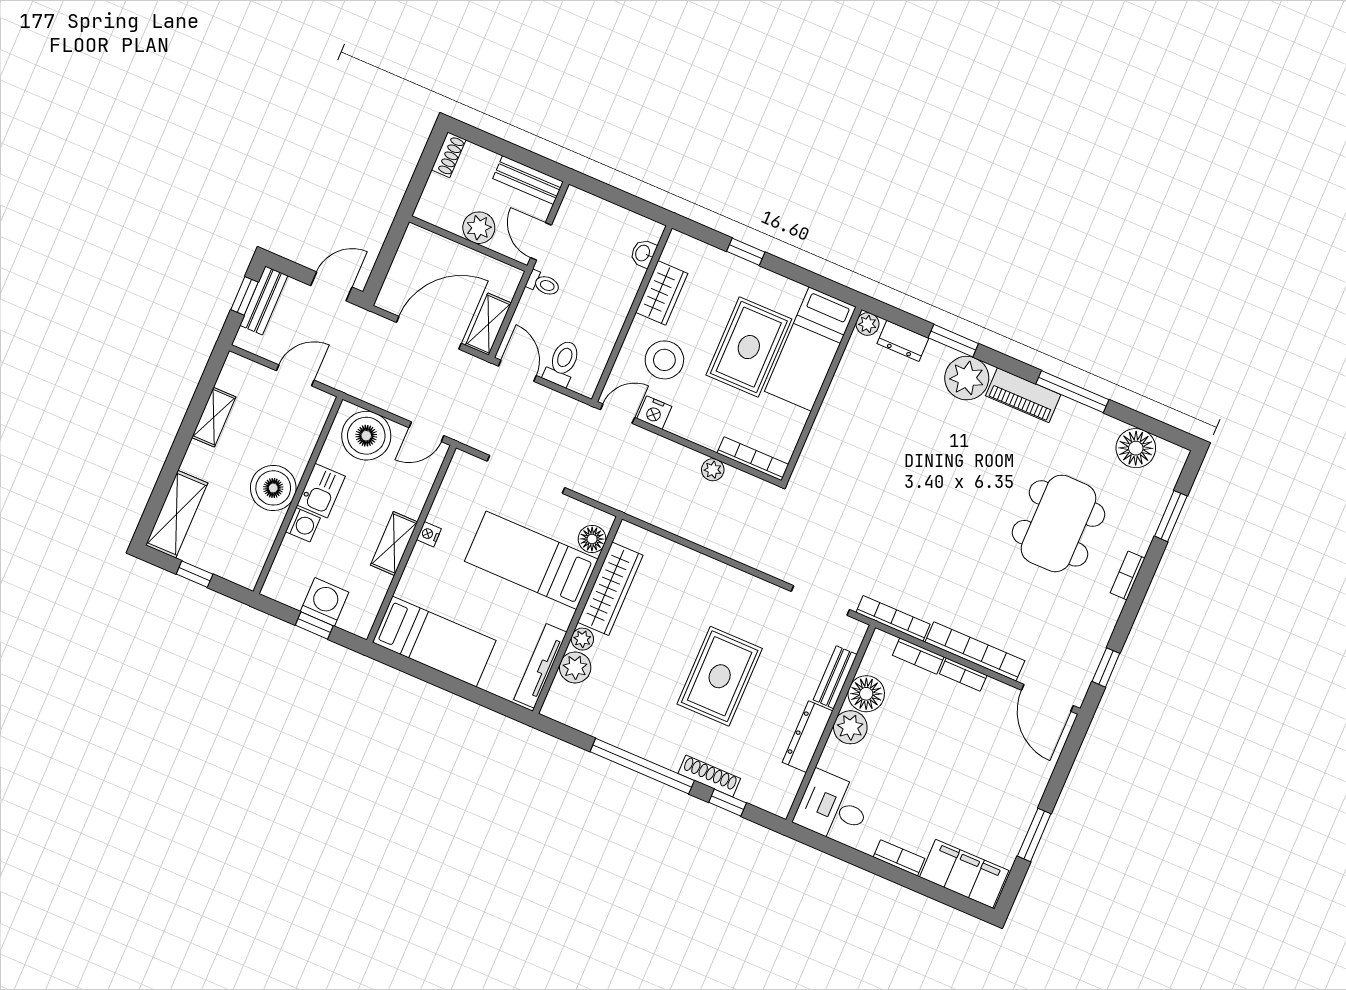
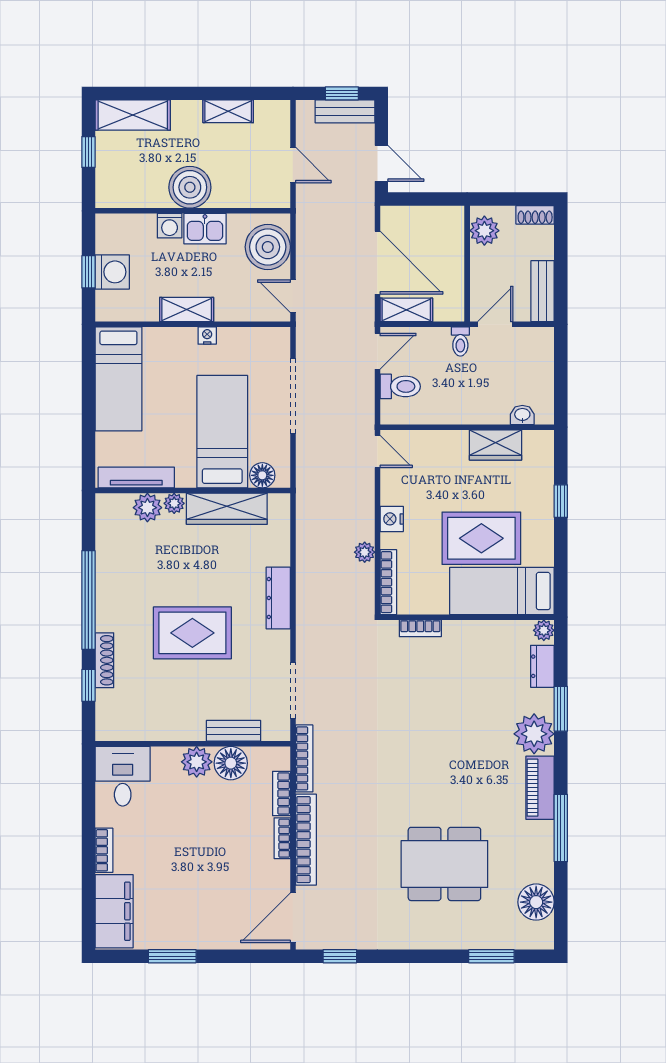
plant: (479, 228) -> (484, 231), moved
stool: (664, 360) -> (440, 472), removed
nightstand: (654, 413) -> (392, 519), moved
bookcase: (1128, 575) -> (420, 628), moved, turned 180
dresser: (808, 737) -> (278, 598), moved, turned -90

